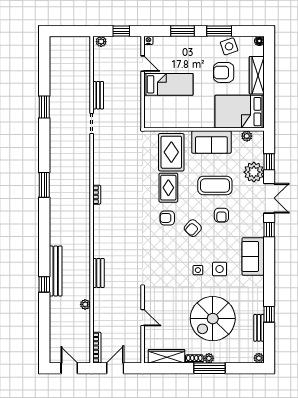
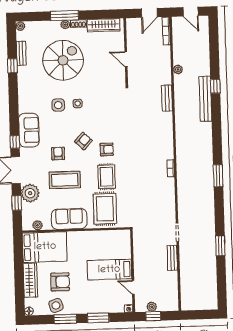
plant: (101, 42) -> (152, 307), moved
sofa: (253, 256) -> (29, 130), moved

